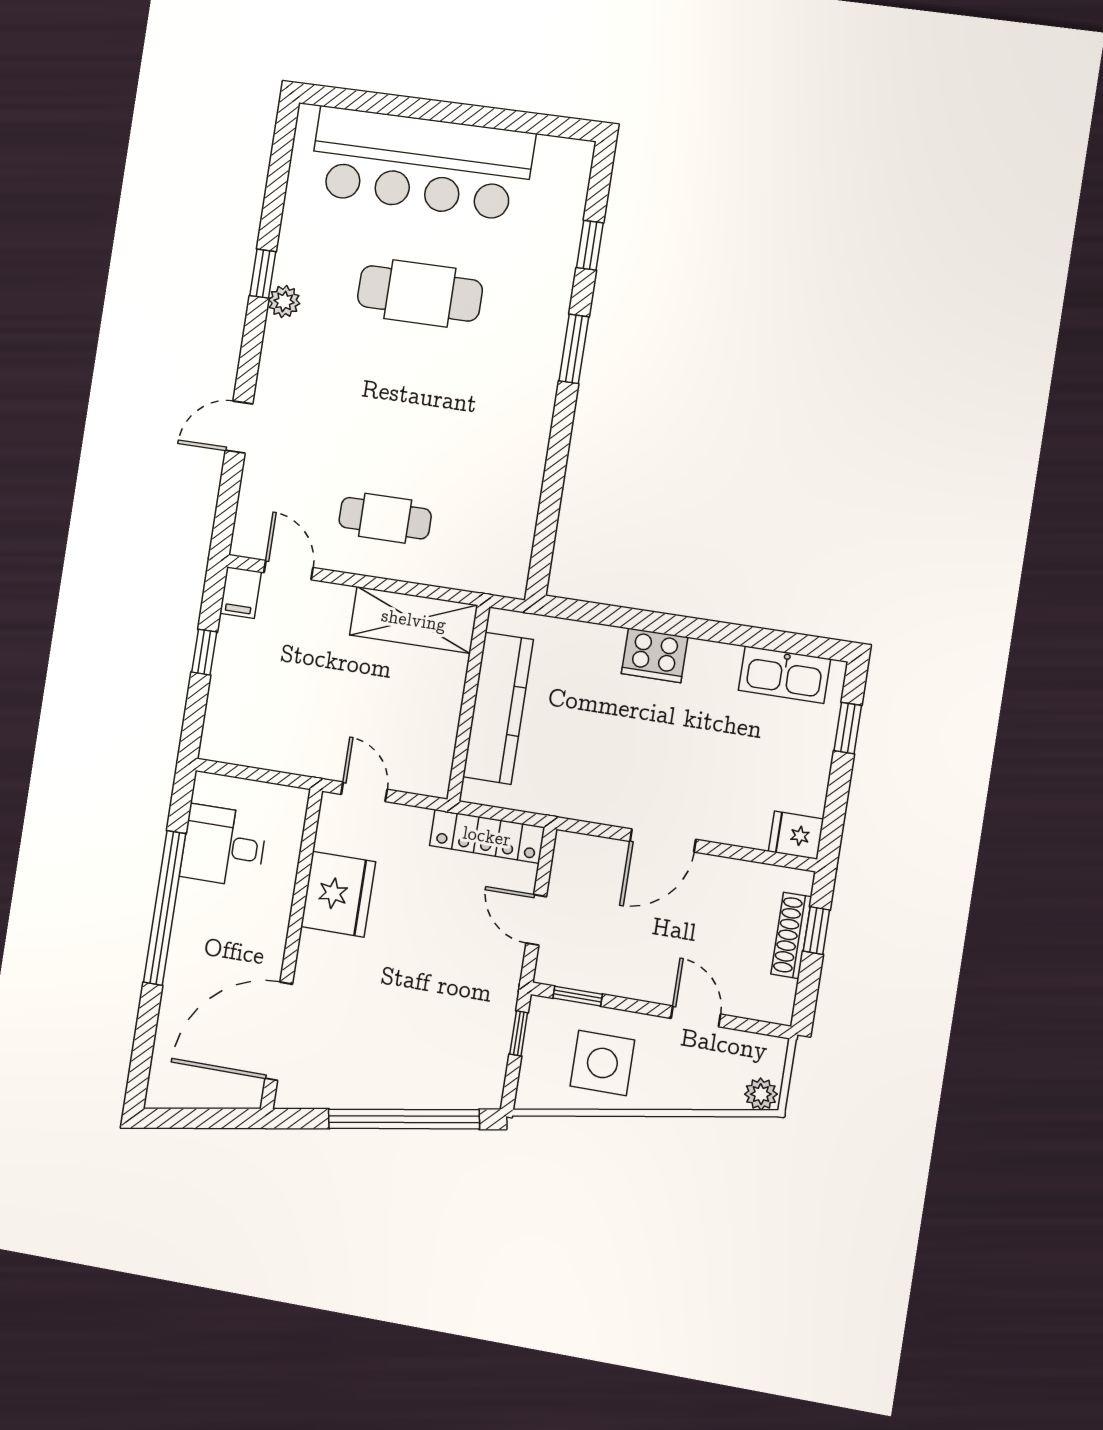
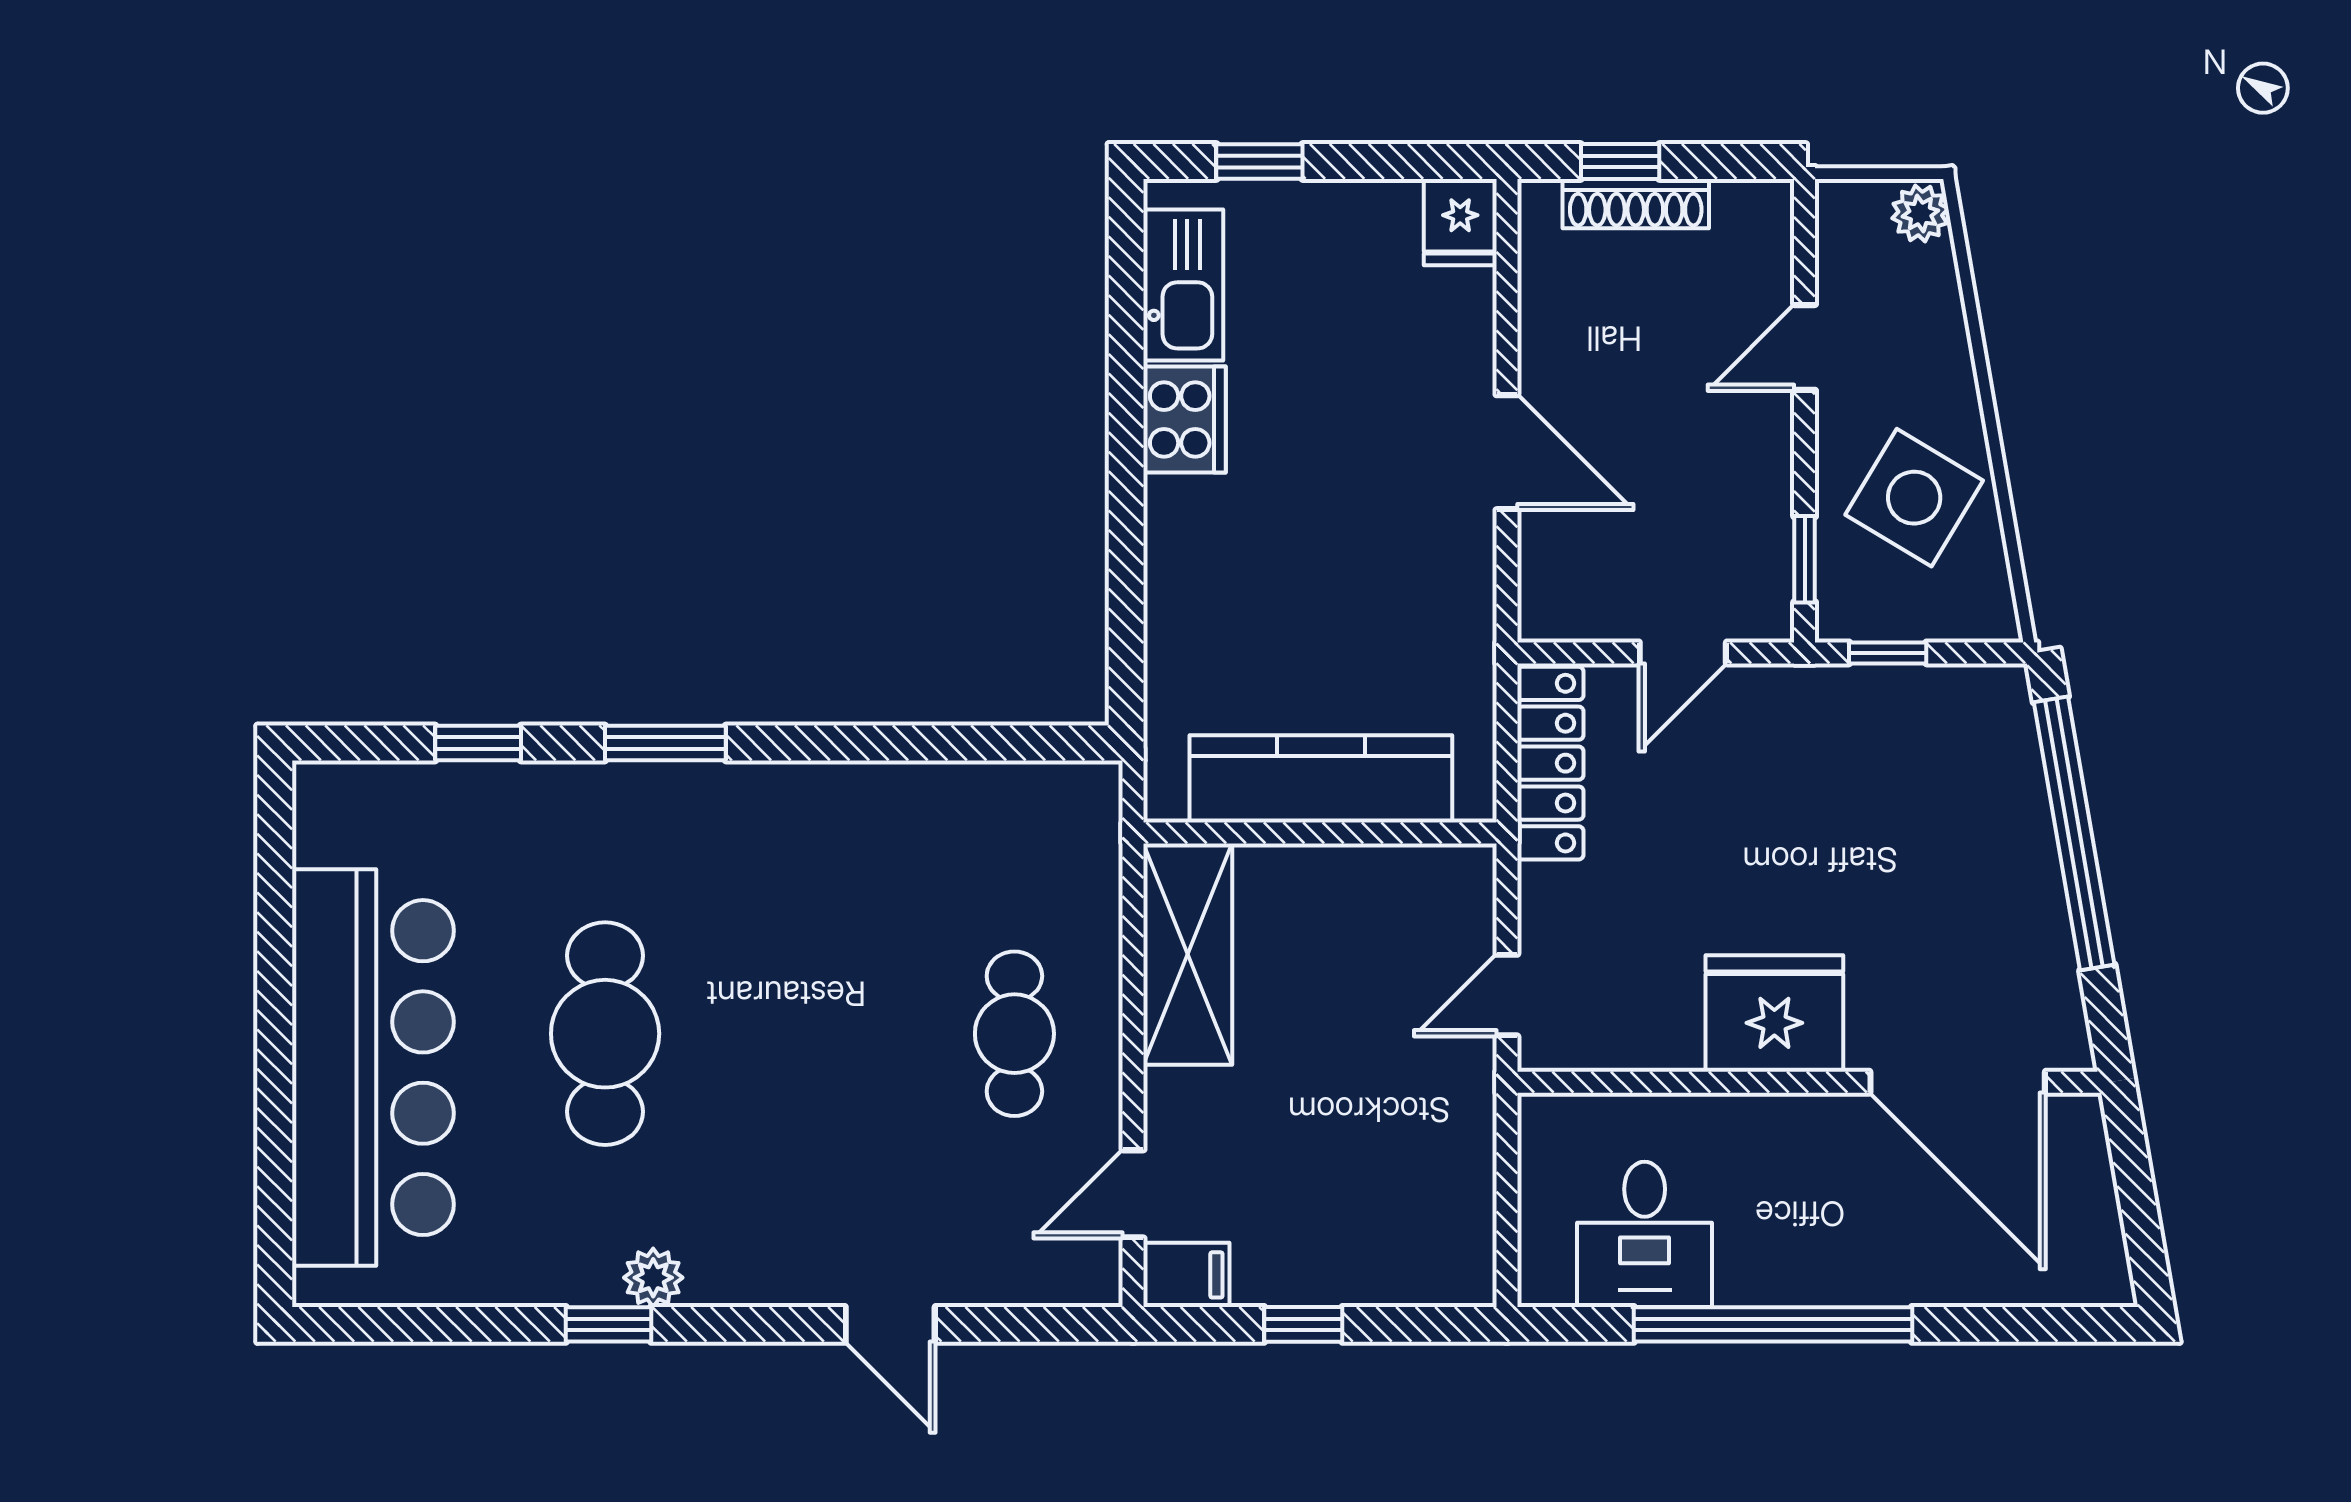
cooker: (655, 655) -> (1185, 419), moved
fridge: (338, 894) -> (1774, 1014), moved
side table: (602, 1063) -> (1914, 498), turned 31

